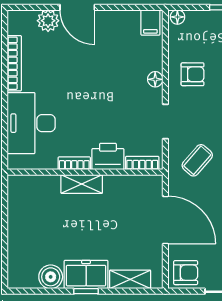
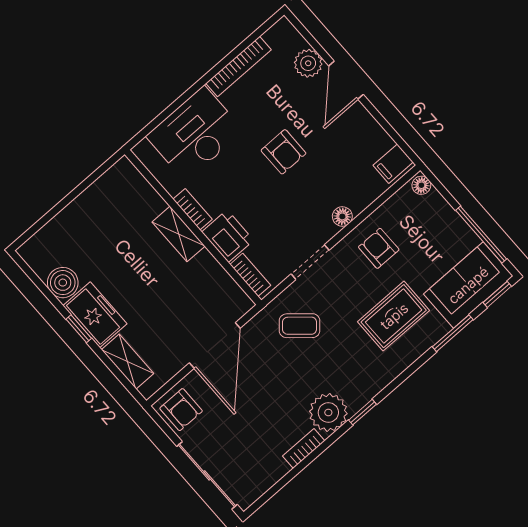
armchair: (193, 74) -> (379, 248), turned 180
armchair: (87, 81) -> (283, 152), added

